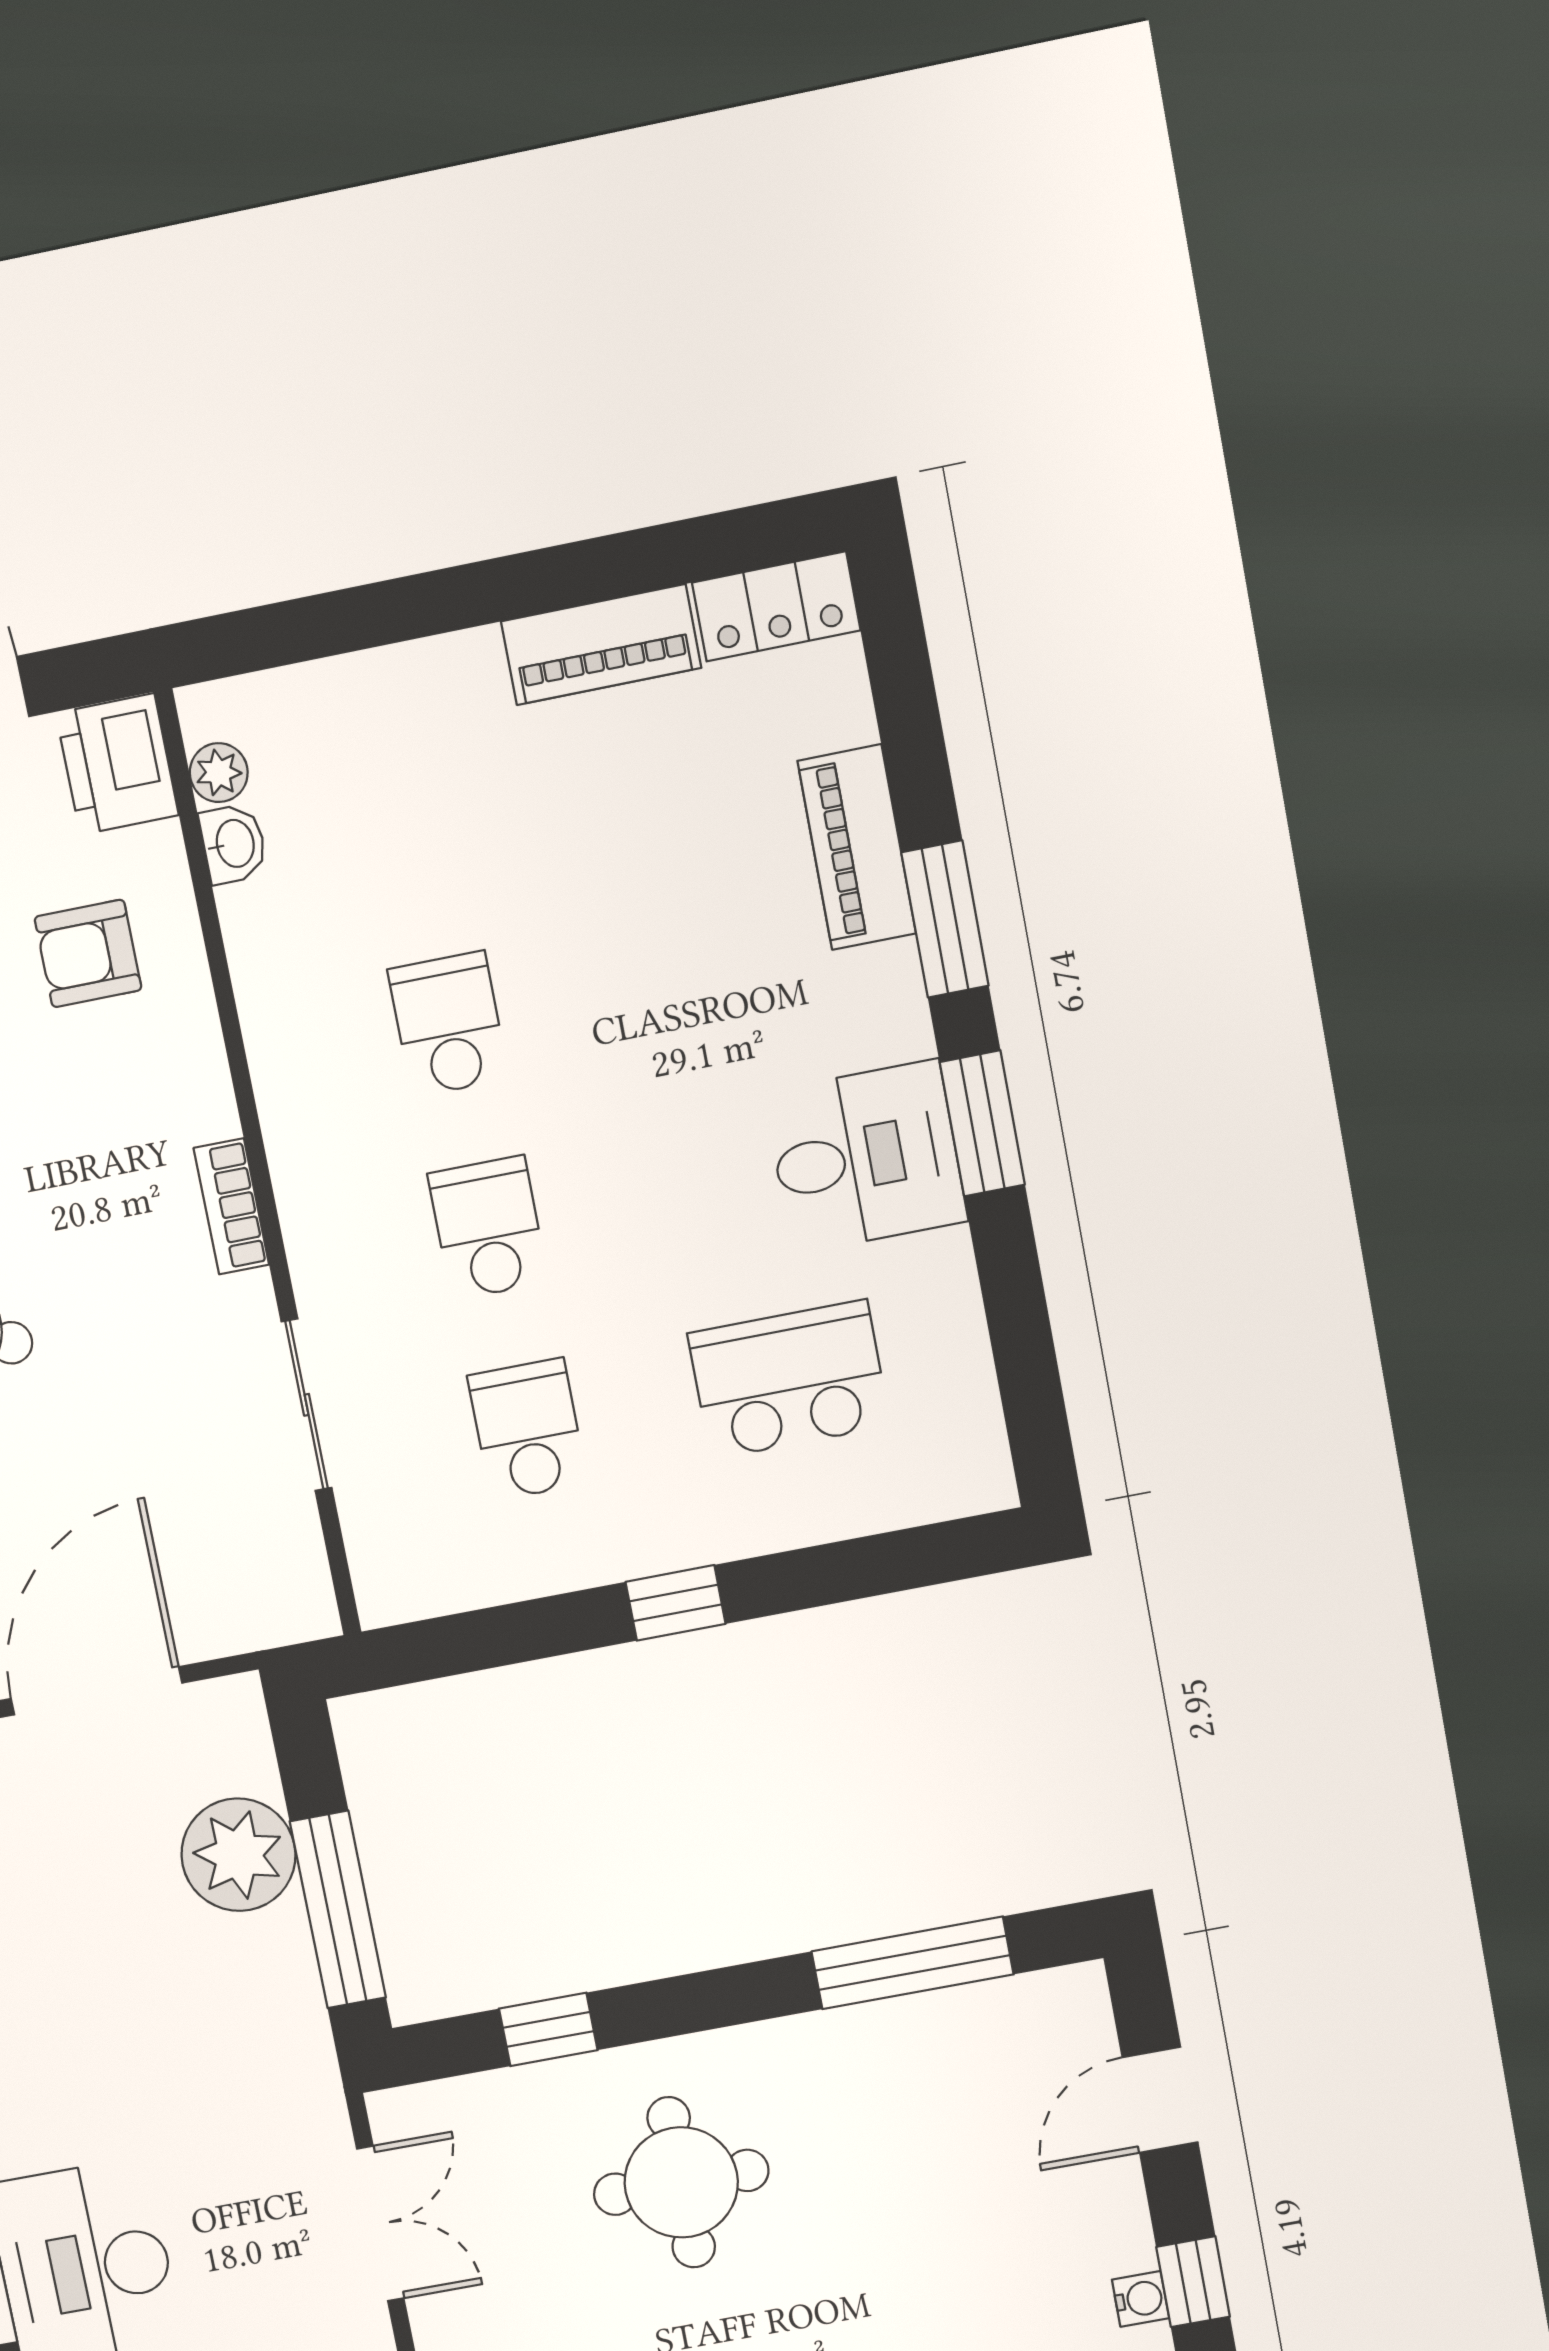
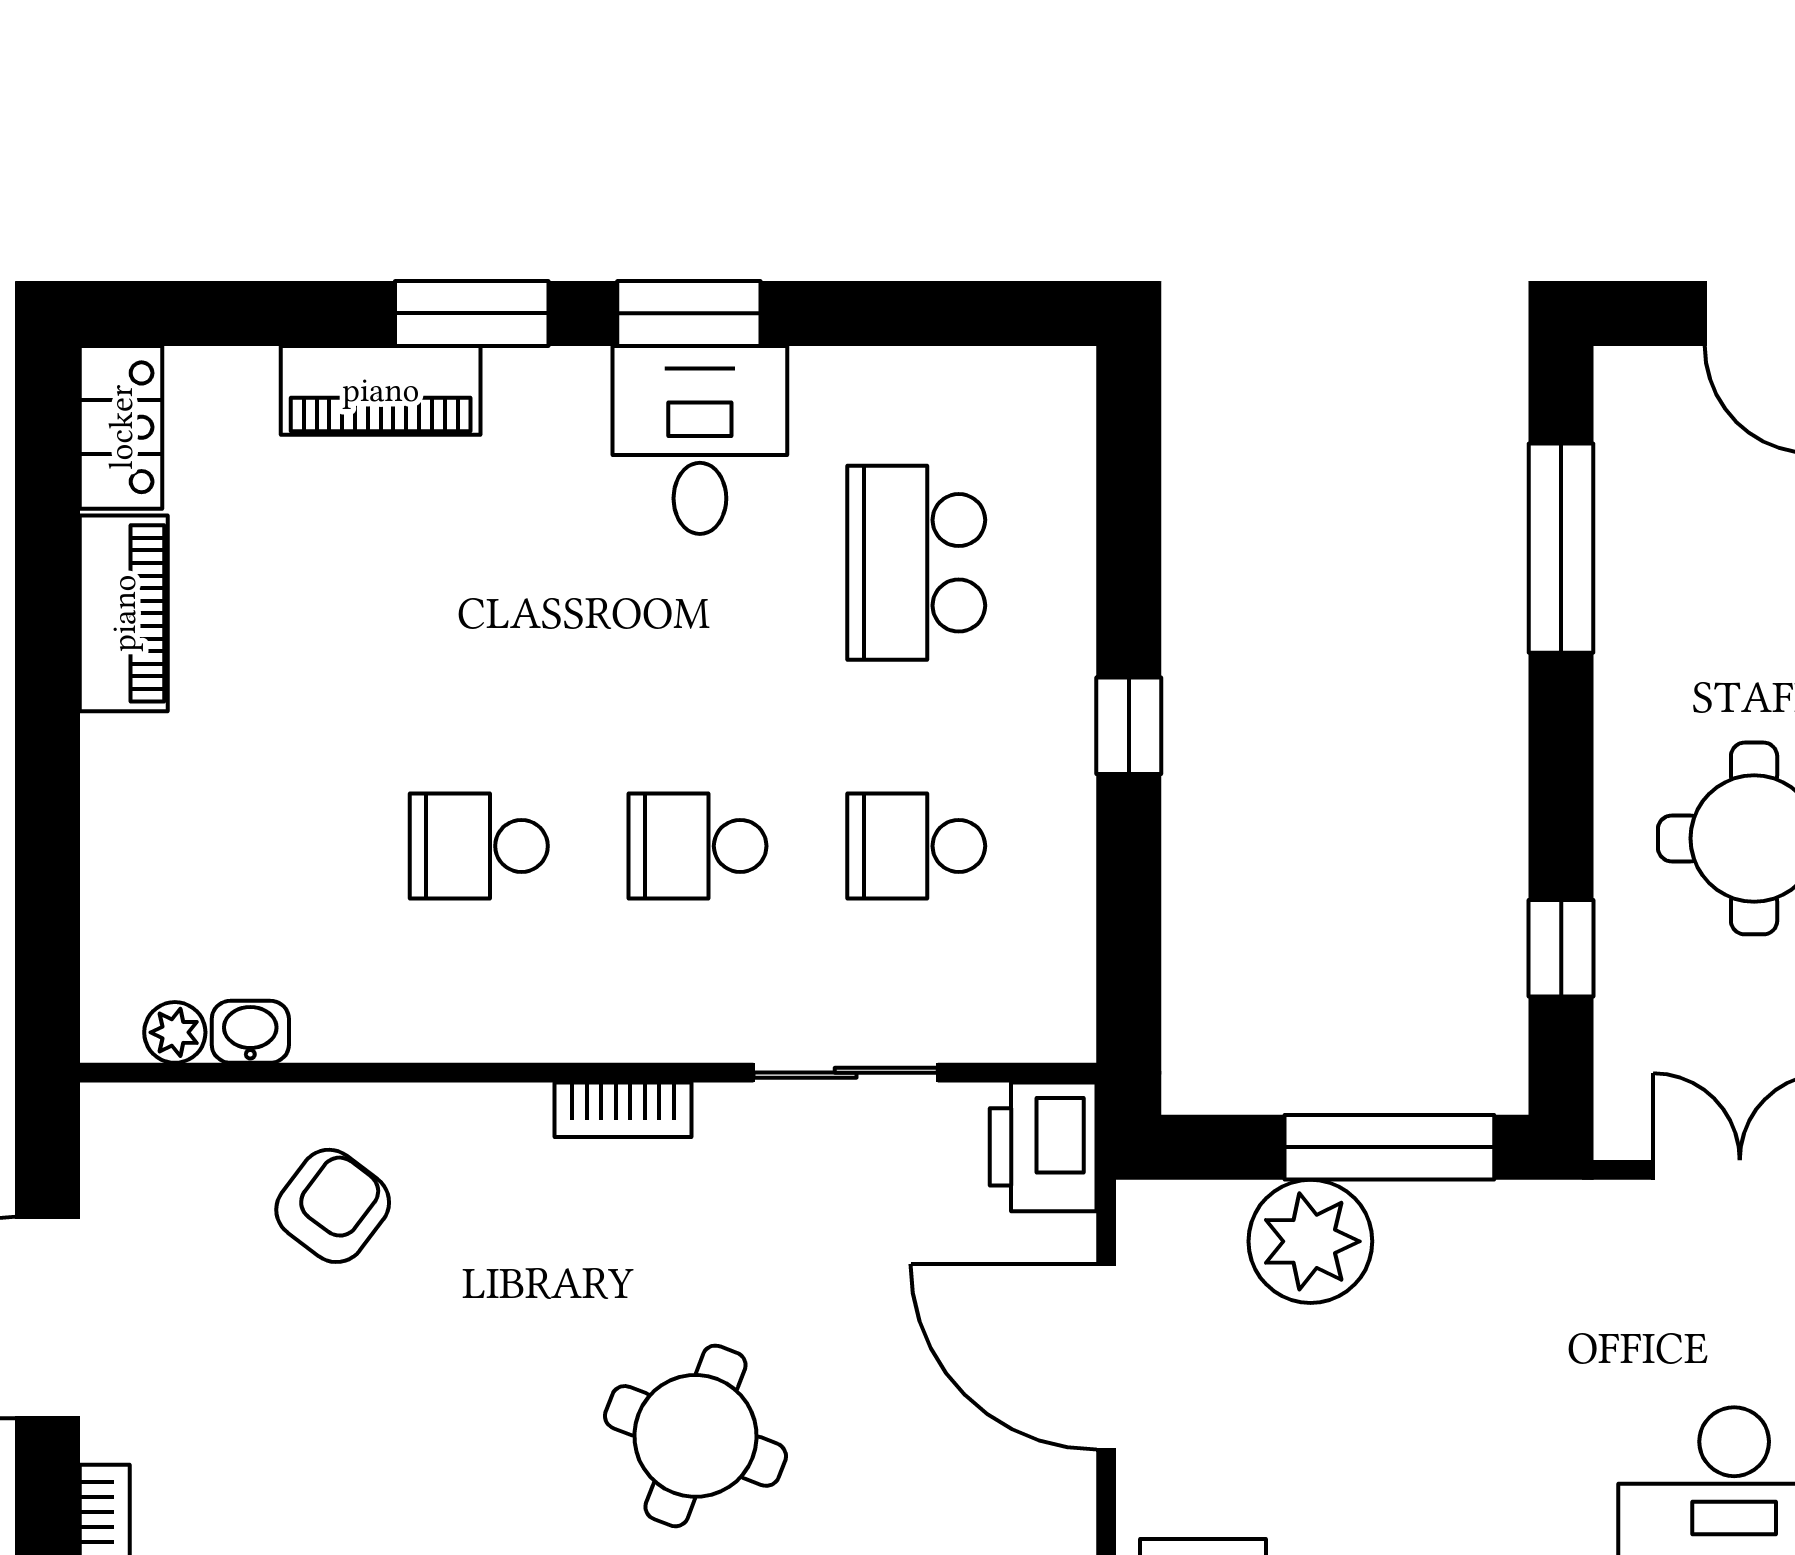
printer: (117, 764) -> (1043, 1147), moved, turned 90
armchair: (88, 953) -> (333, 1206), turned -143

